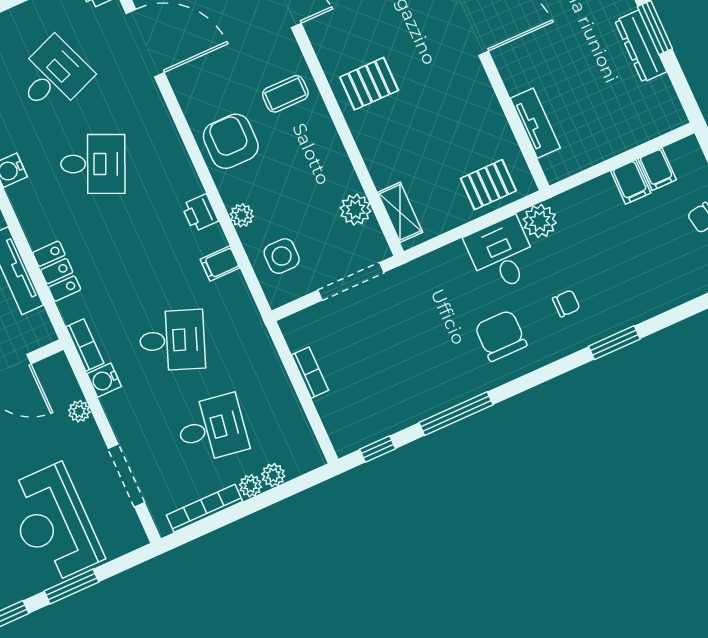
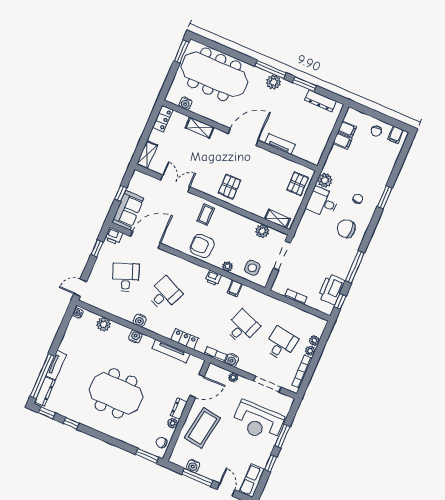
dresser: (641, 46) -> (321, 101), moved
tv unit: (535, 123) -> (280, 144), moved
printer: (382, 415) -> (331, 289), added

